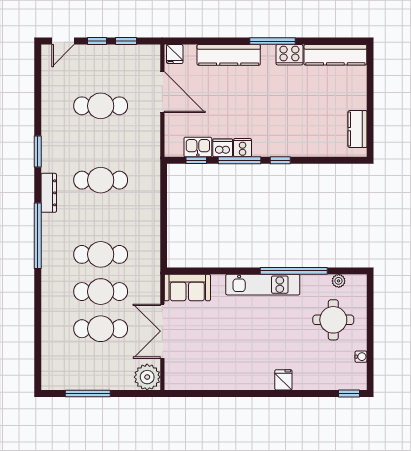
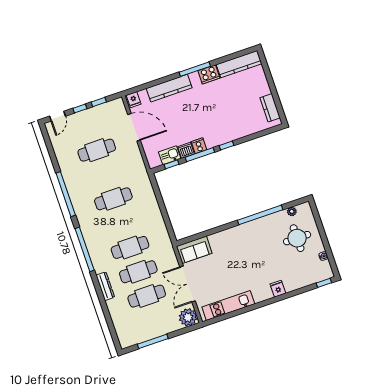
window: (38, 152) -> (66, 194), width x2.11
dresser: (49, 193) -> (105, 286), moved
kitchen unit: (263, 285) -> (228, 305), moved, turned 180

